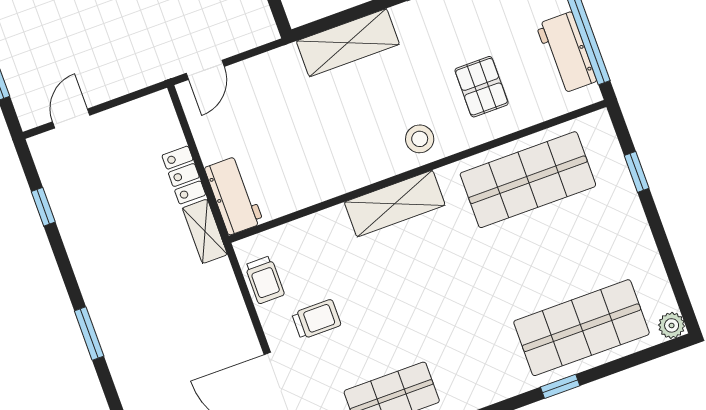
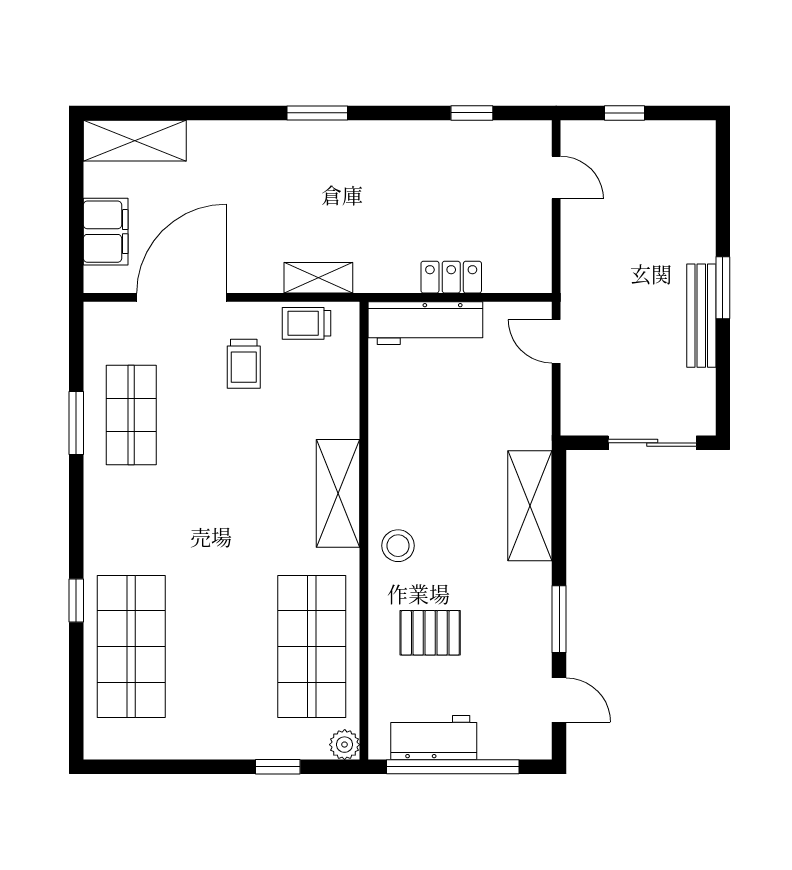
workbench: (234, 195) -> (425, 323), width x1.37
shelving: (205, 231) -> (318, 278), moved
plant: (672, 325) -> (345, 745), moved

